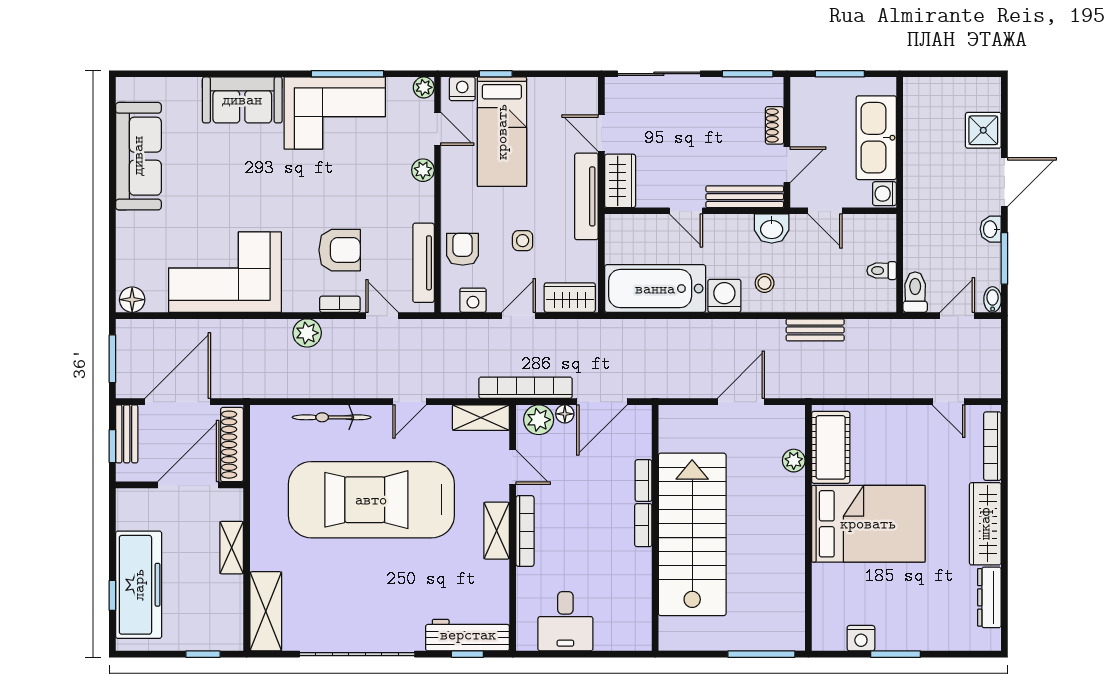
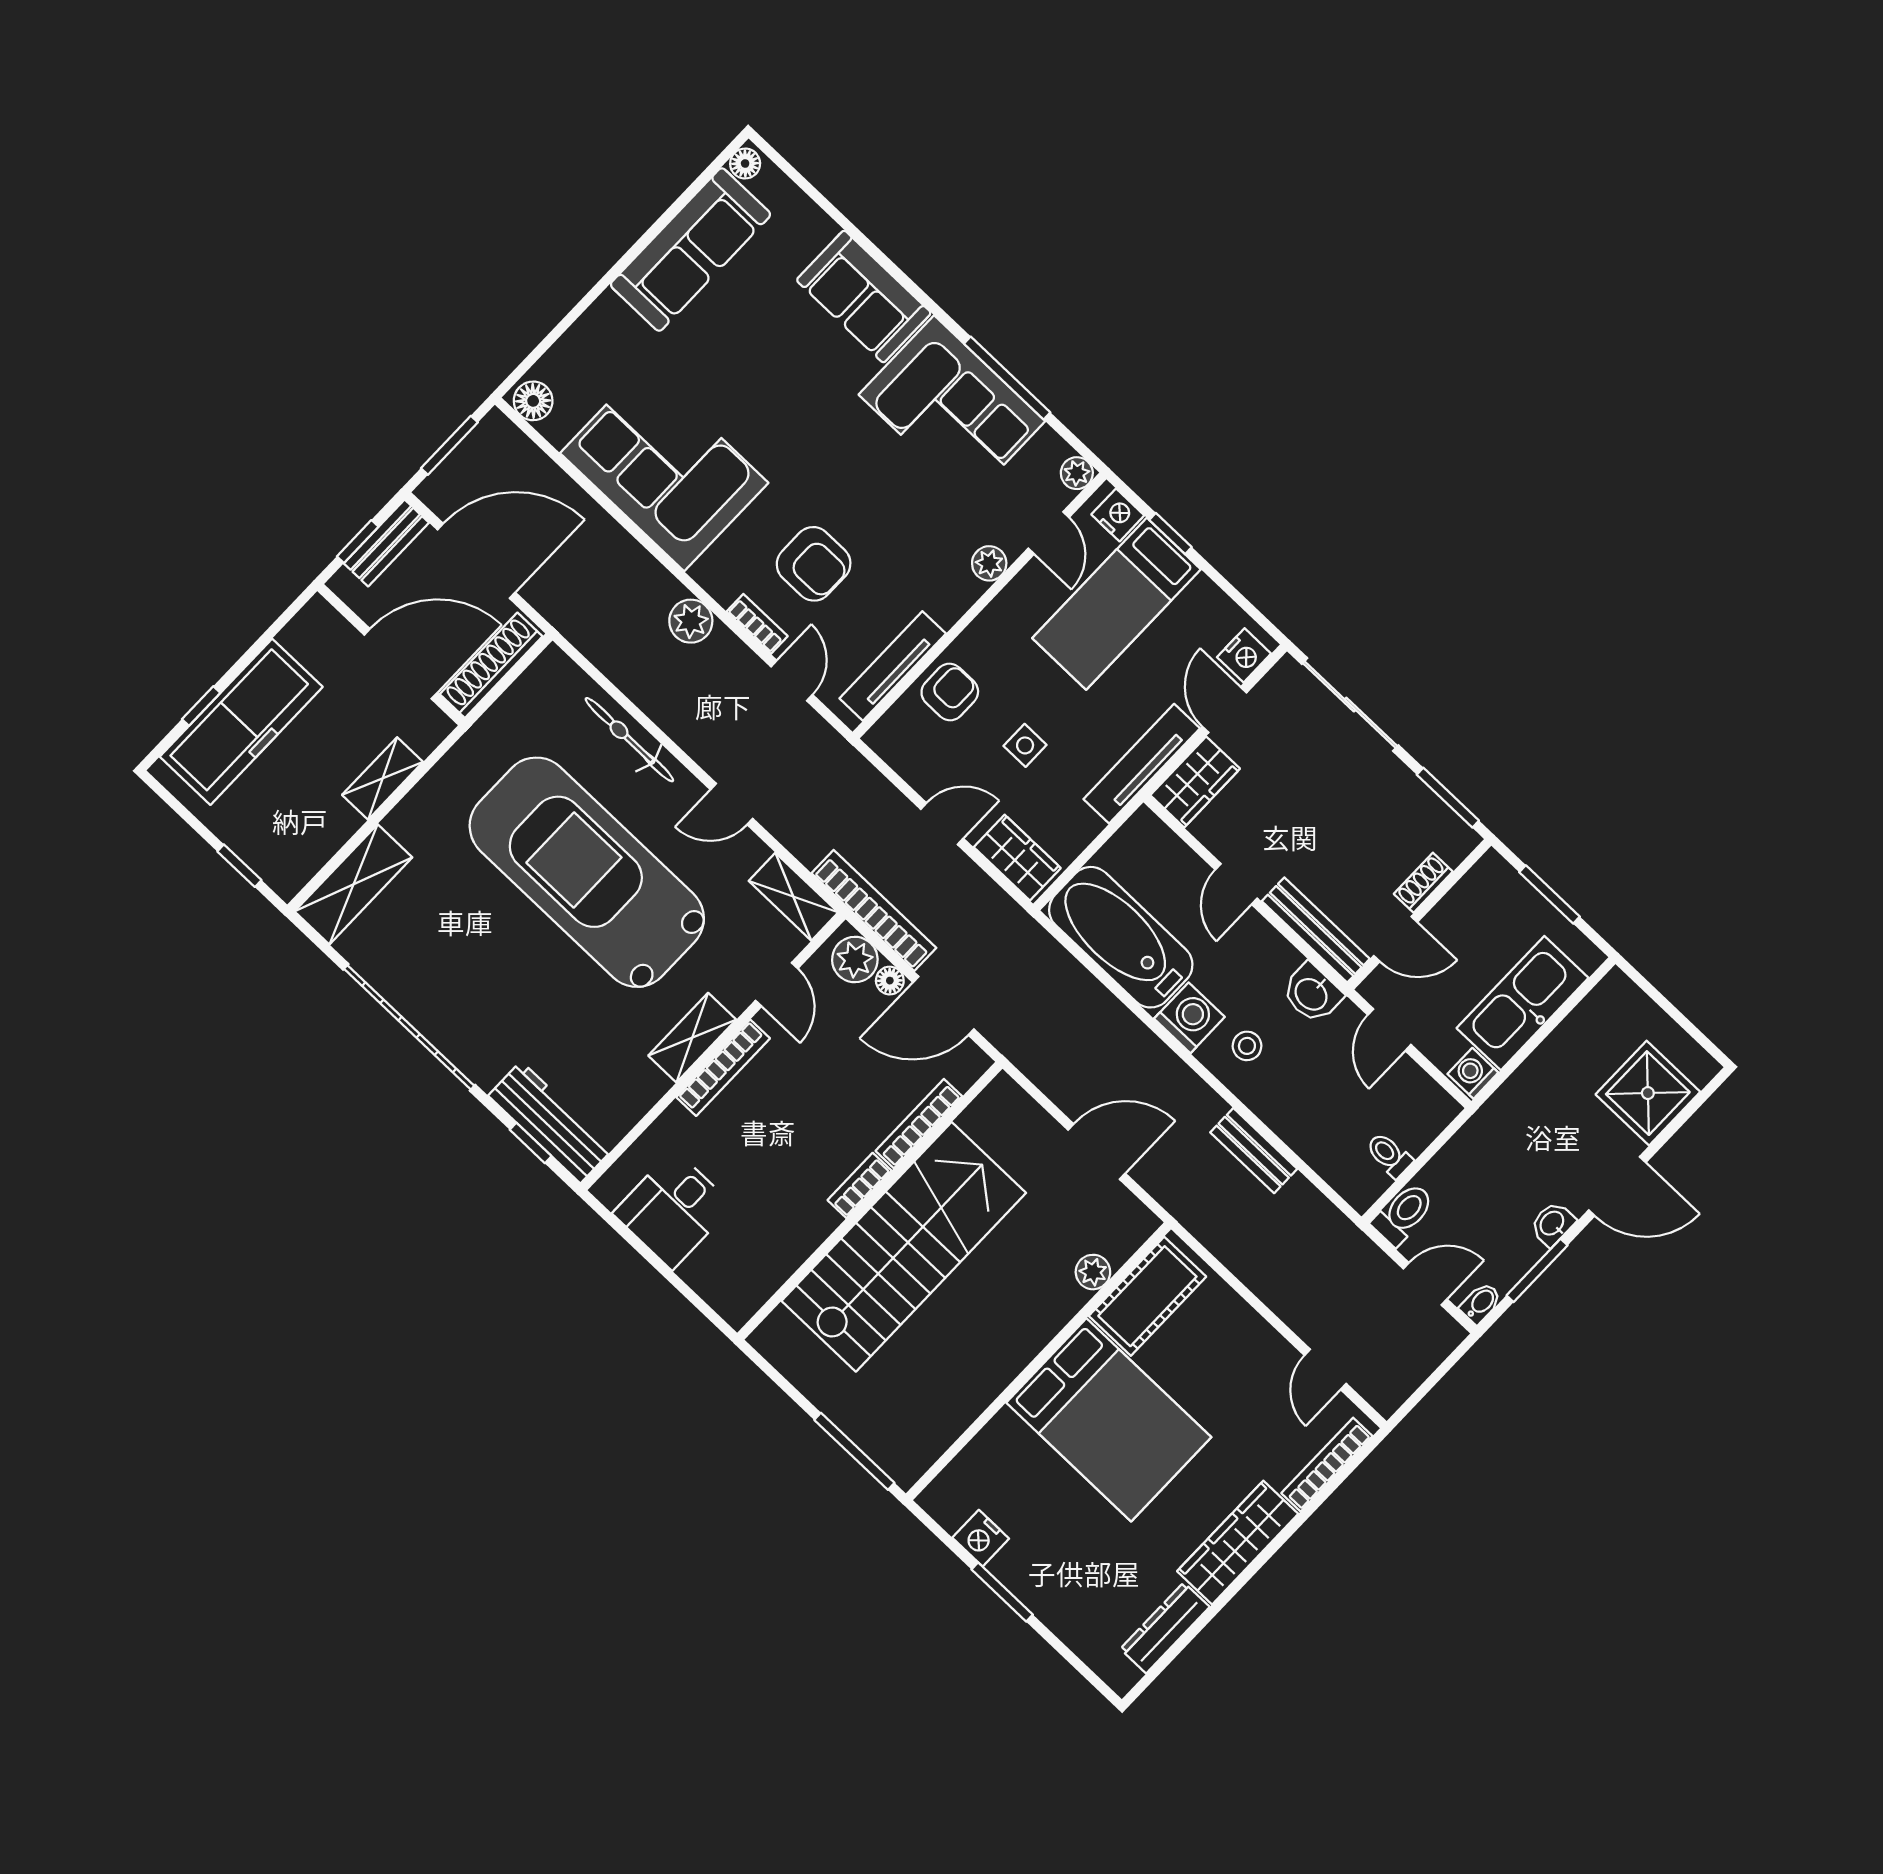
floor lamp: (125, 90) -> (745, 164), added
shower: (983, 130) -> (1648, 1093), width x1.36, depth x1.36
nightstand: (473, 300) -> (1244, 655), moved, turned -90
bookcase: (644, 481) -> (919, 1124), width x1.56

